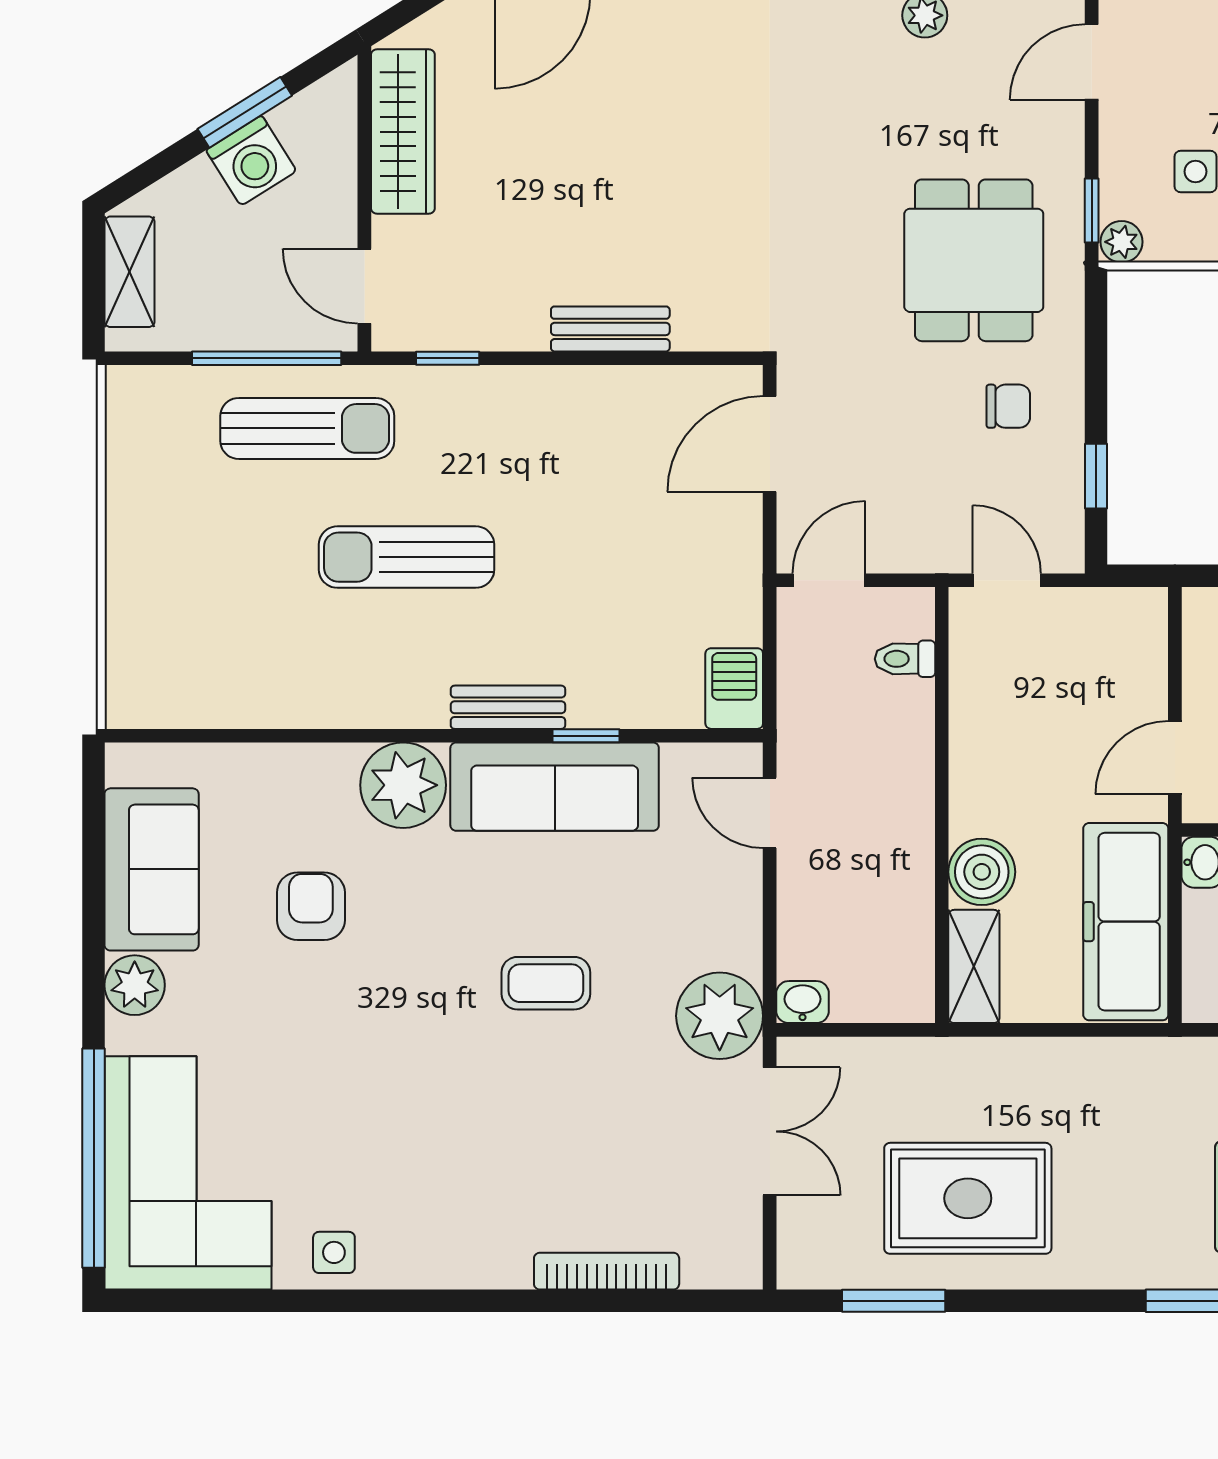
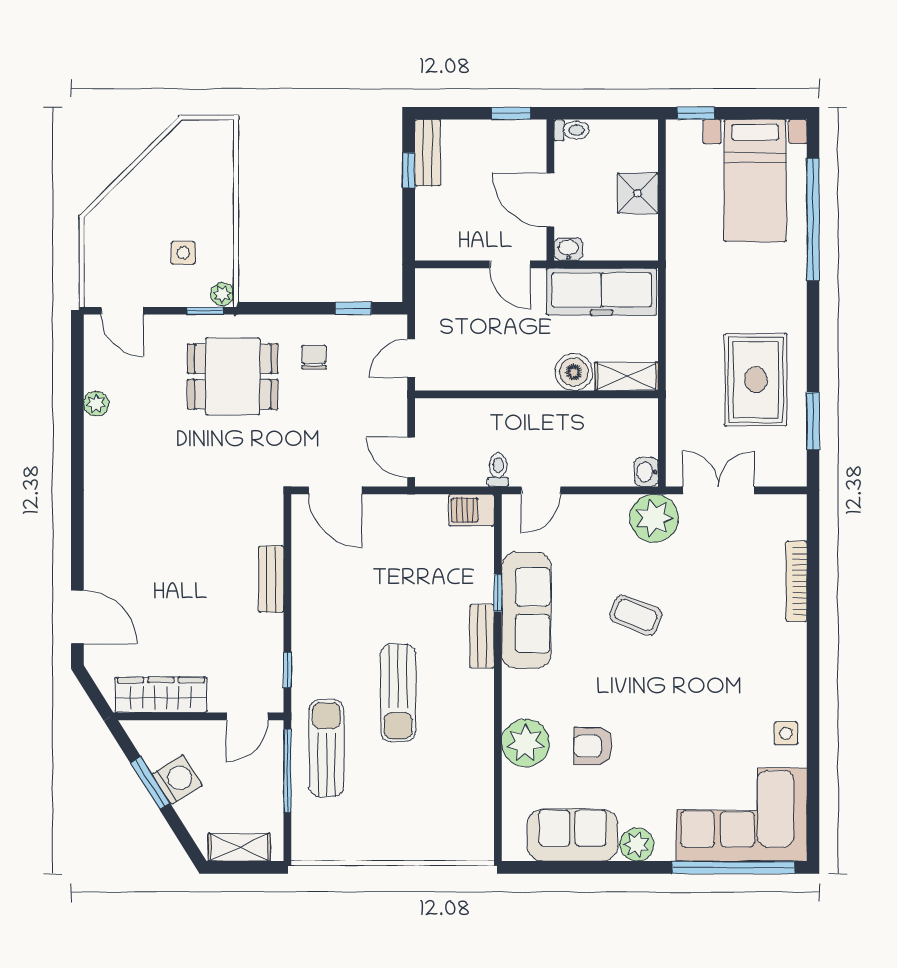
toilet: (905, 659) -> (498, 470), moved, turned 180
plant: (403, 785) -> (525, 743), moved
coffee table: (546, 983) -> (636, 615), turned -68

